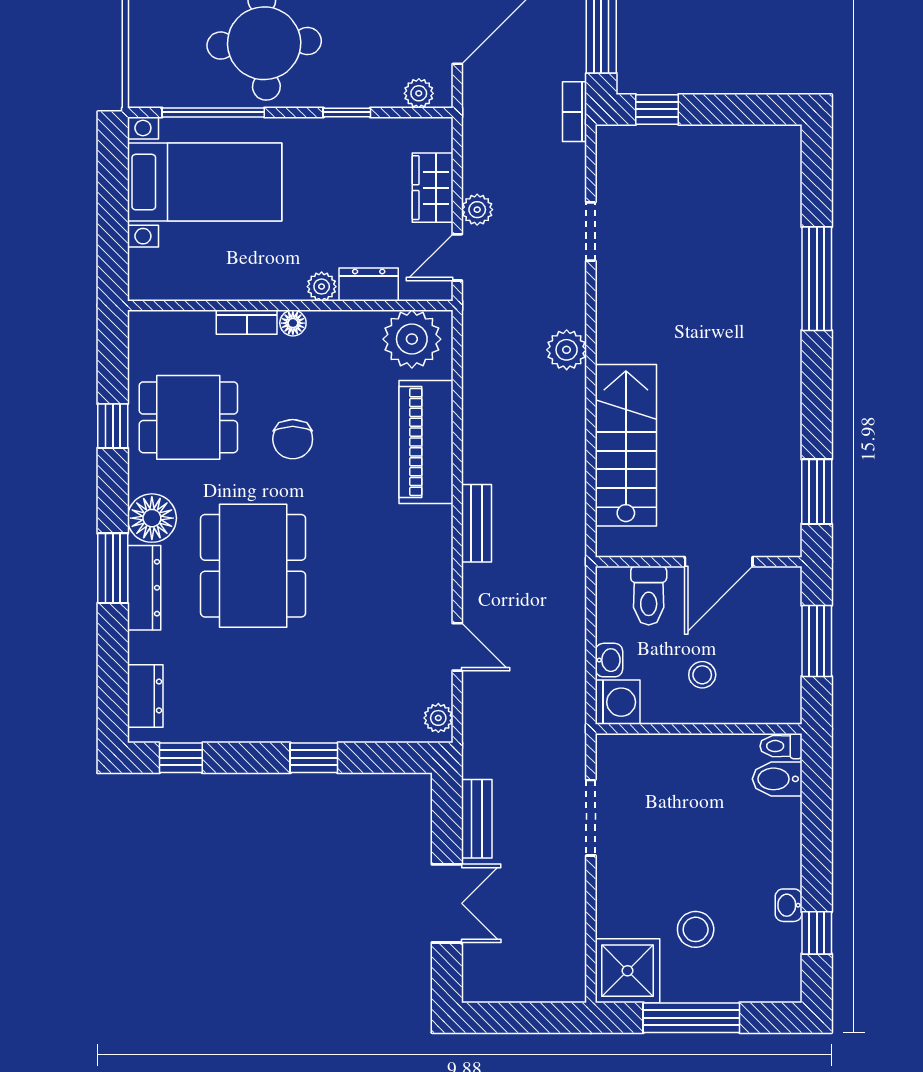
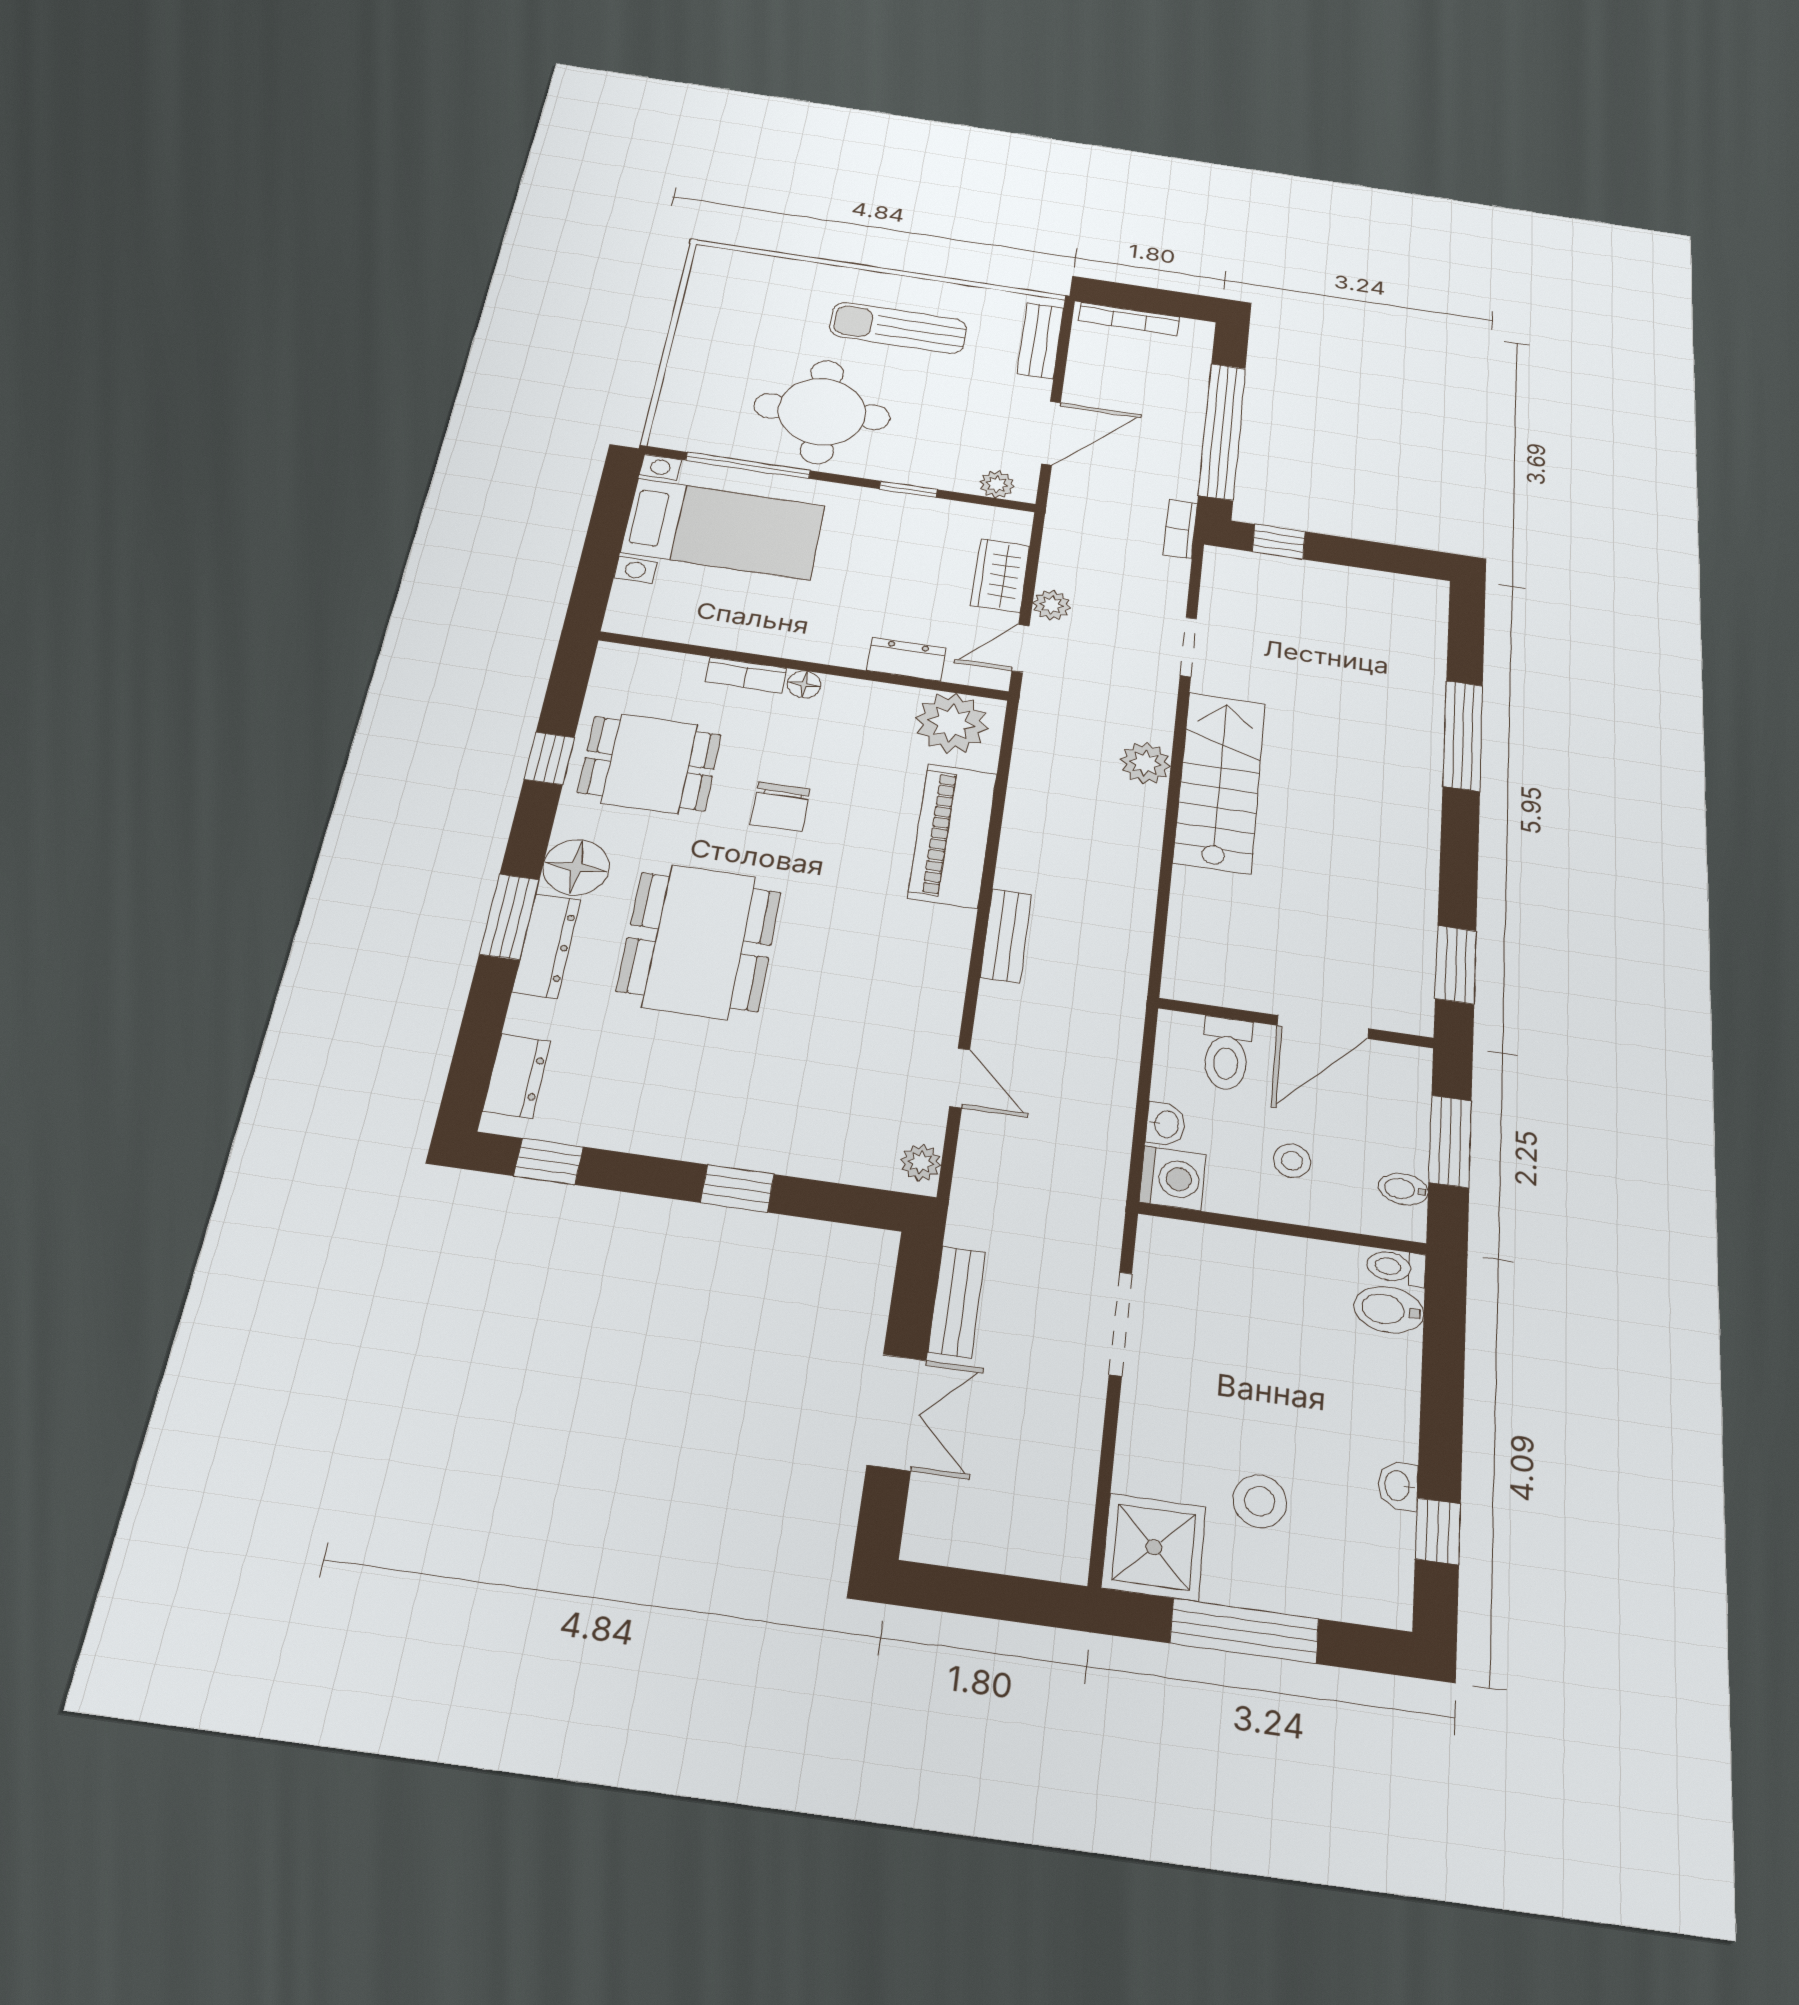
plant: (322, 287) -> (847, 653), removed
stairs: (626, 445) -> (1220, 782), moved
bidet: (784, 684) -> (1403, 1189), added

